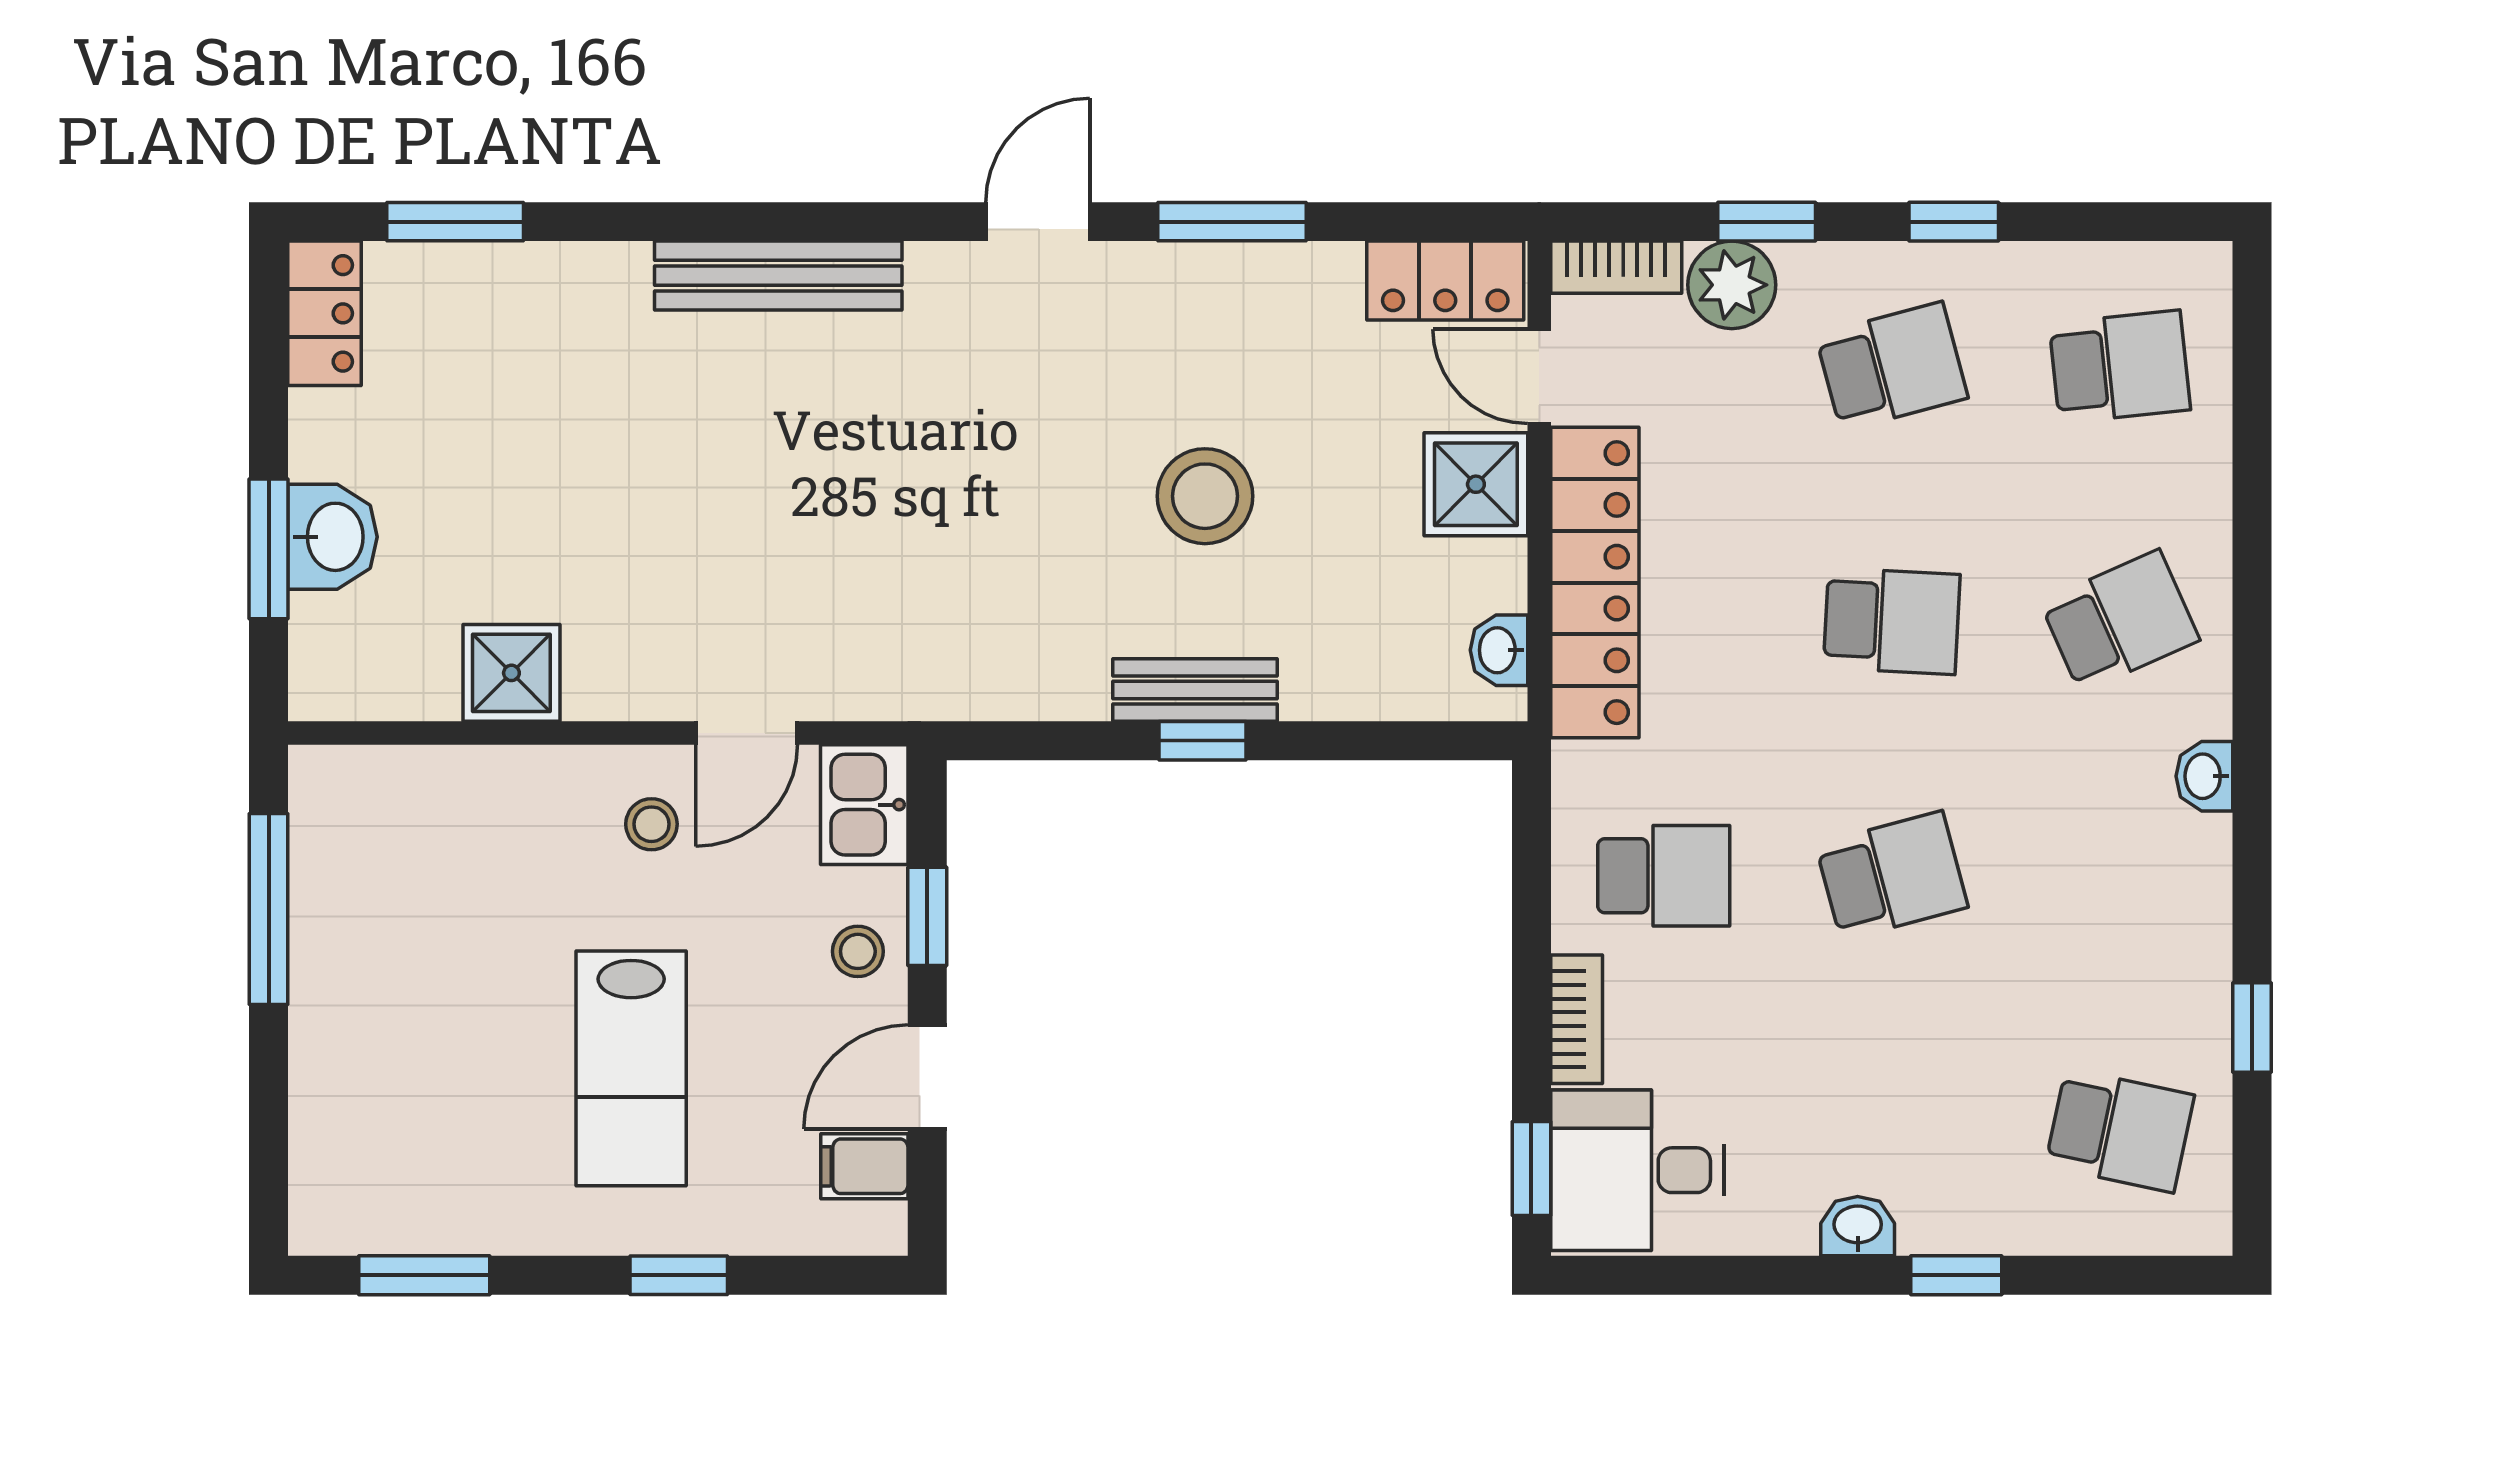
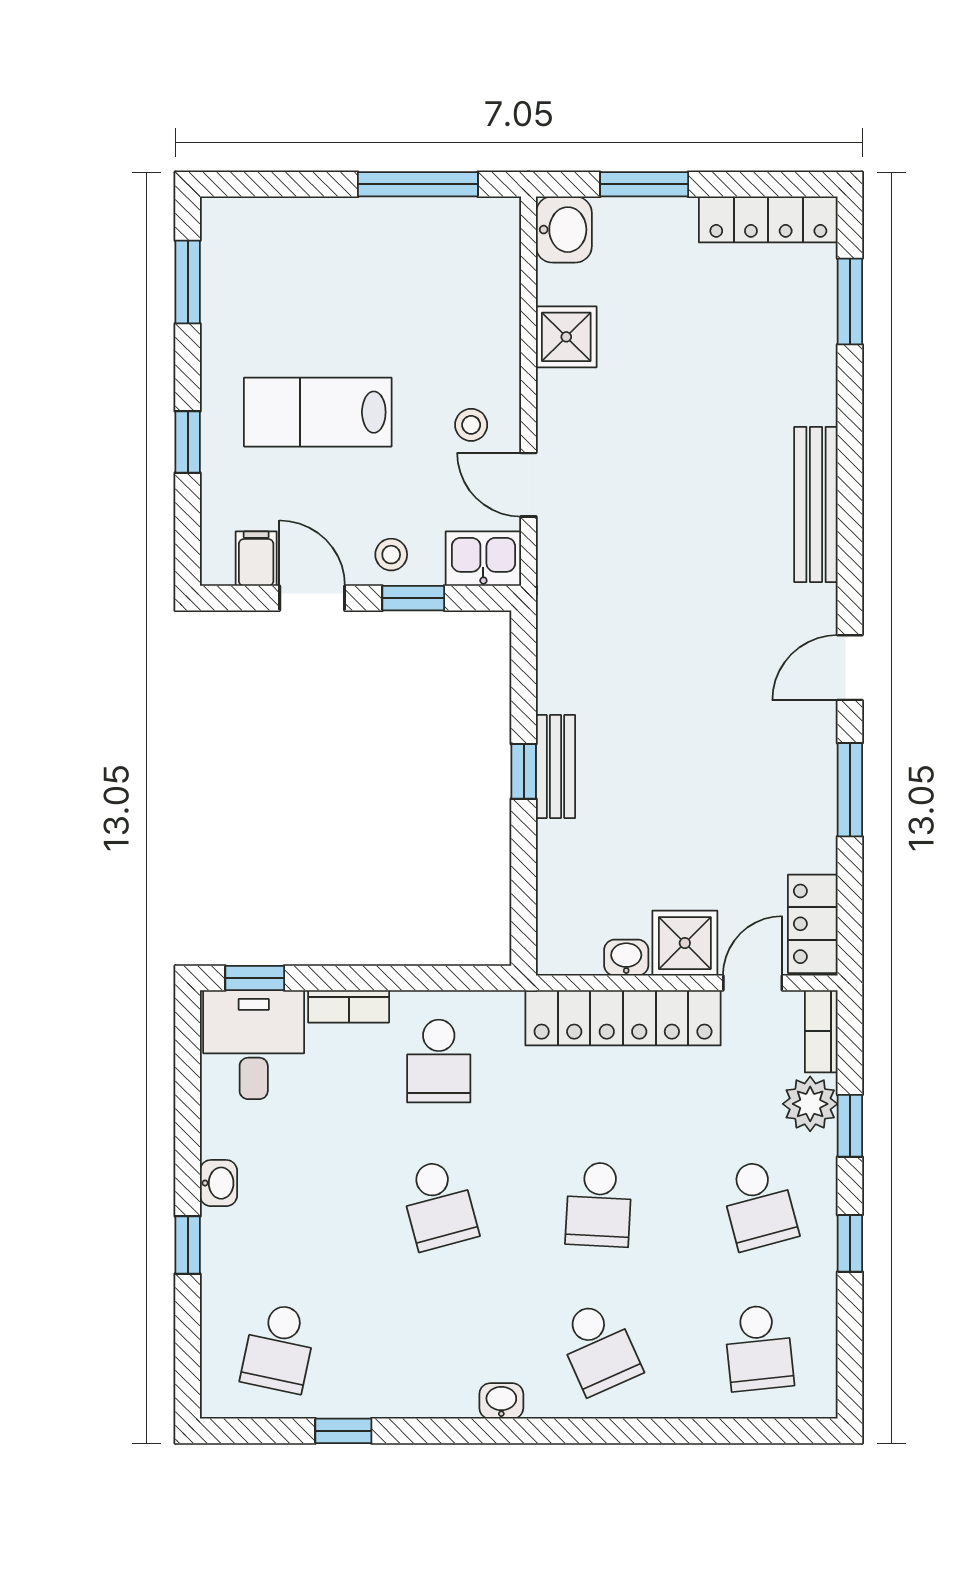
door: (1038, 222) -> (850, 668), swing flipped
locker: (325, 313) -> (768, 219), width x1.53
stool: (1205, 496) -> (677, 773), removed
washbasin: (333, 537) -> (564, 230), moved, turned -90
washbasin: (1499, 650) -> (626, 958), moved

